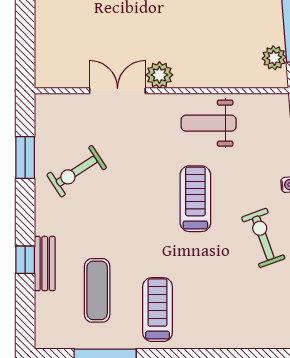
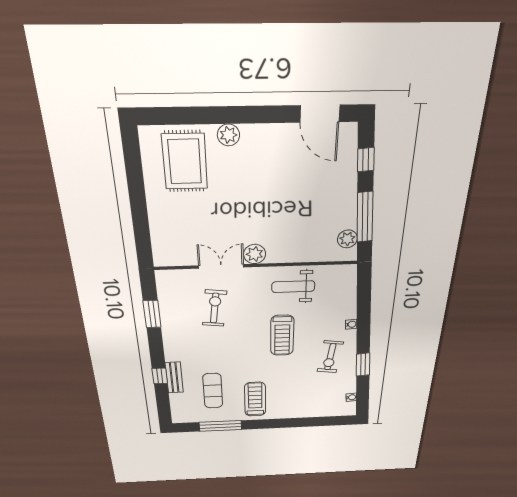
exercise bike: (77, 171) -> (215, 308), moved, turned 130
treadmill: (195, 199) -> (282, 335), turned 180
exercise bike: (263, 238) -> (330, 357), turned -152

